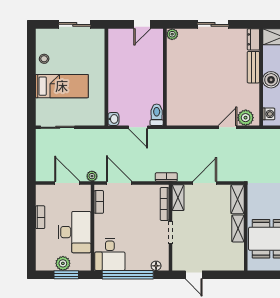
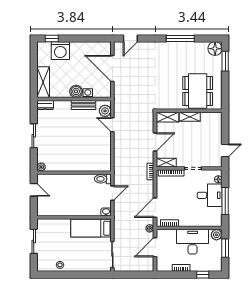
bench: (253, 67) -> (83, 105), moved
bed: (62, 86) -> (91, 228), moved, turned -90
washing machine: (269, 114) -> (88, 93), moved
door: (205, 183) -> (155, 142), swing flipped
window: (31, 245) -> (203, 275), added
desk: (110, 254) -> (210, 195), moved
plant: (63, 263) -> (216, 235), moved
window: (128, 275) -> (225, 201), width x0.68

